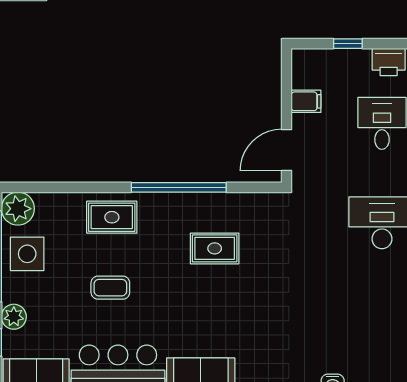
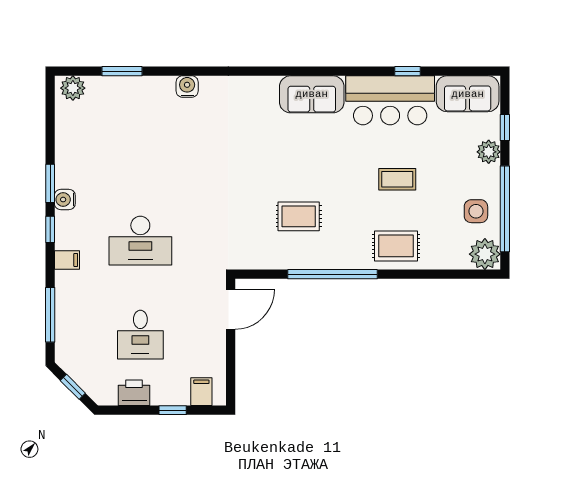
filing cabinet: (306, 101) -> (201, 392), moved, turned 90
side table: (27, 254) -> (476, 211), width x0.73, depth x0.73

